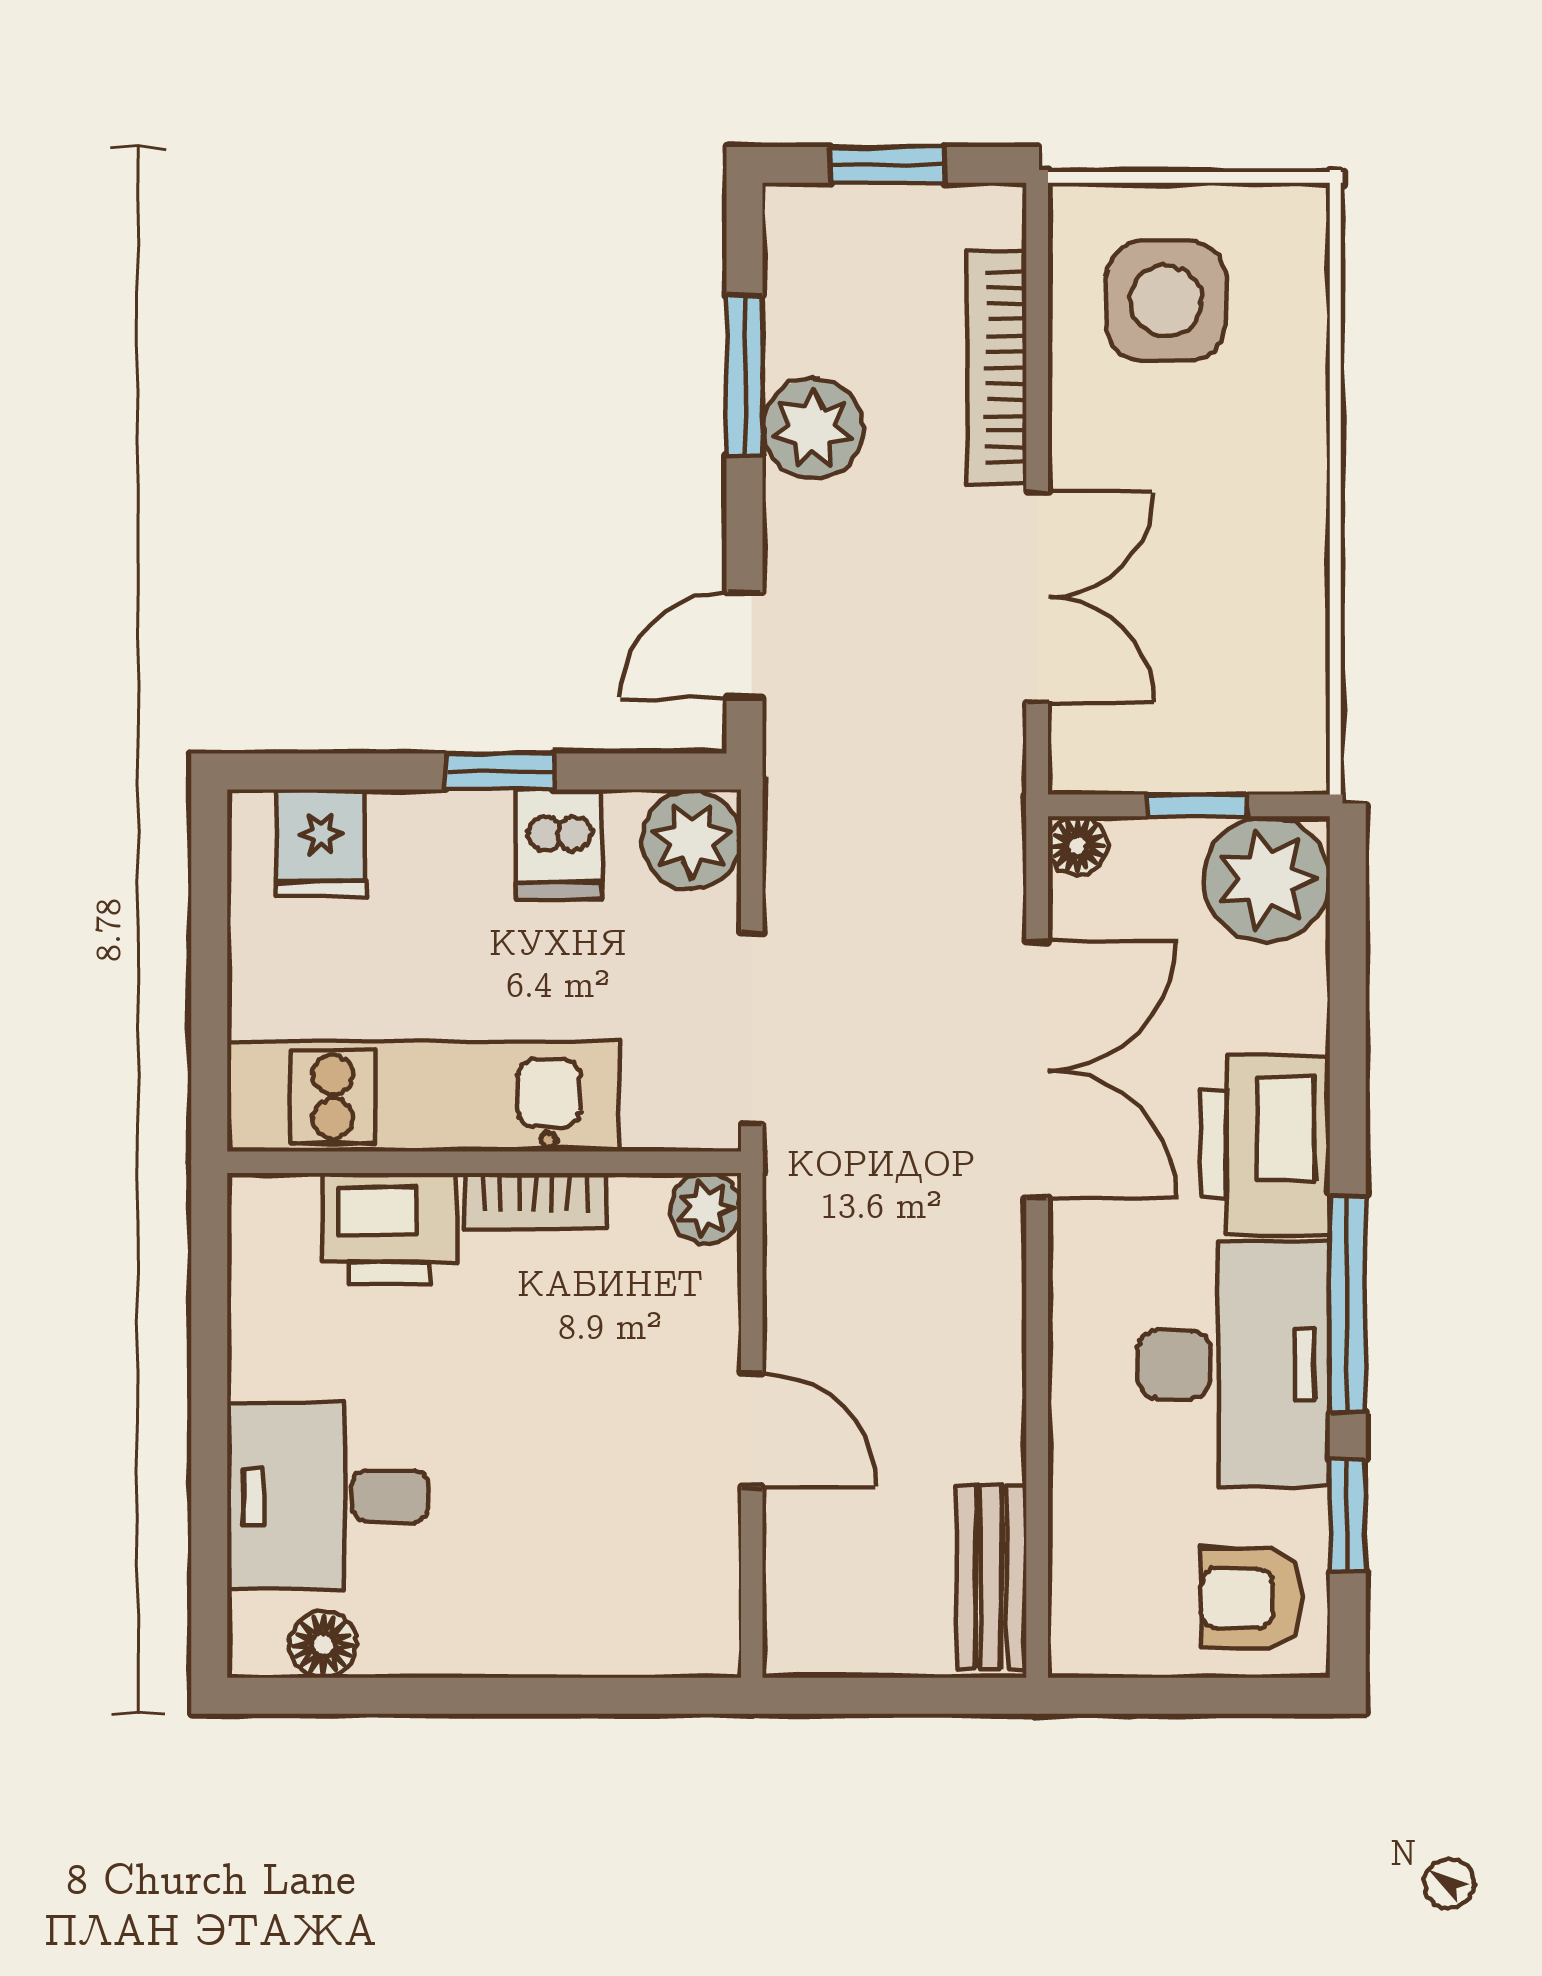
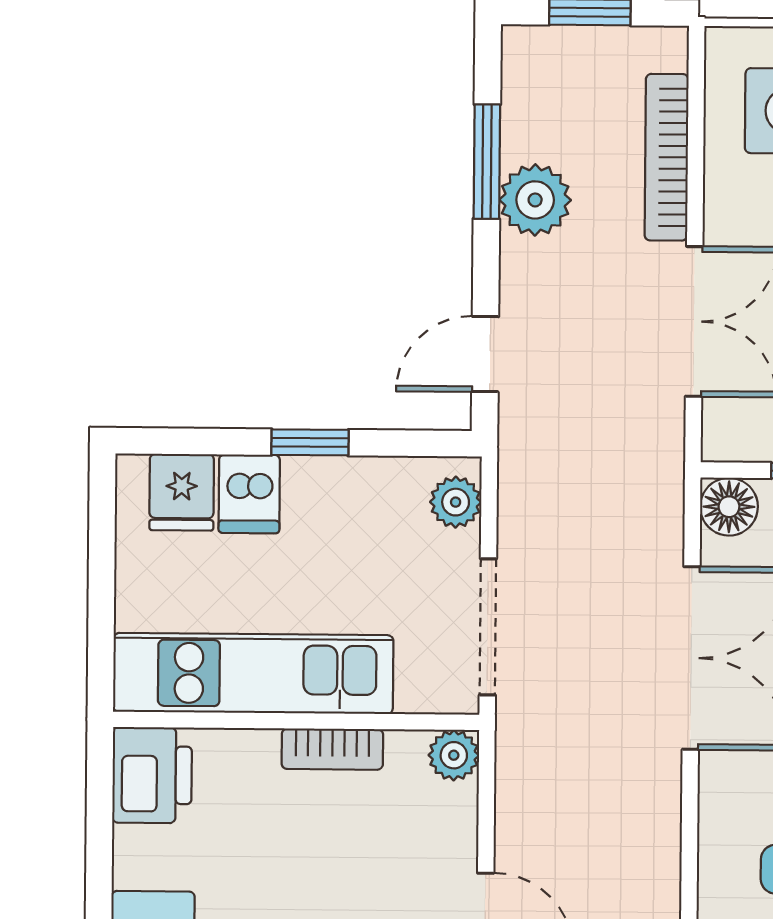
plant: (691, 840) -> (456, 502), width x0.73, depth x0.73
dishwasher: (559, 844) -> (249, 494), moved
floor lamp: (1077, 846) -> (729, 507), width x1.37, depth x1.37
printer: (390, 1228) -> (152, 775), moved, turned -90

